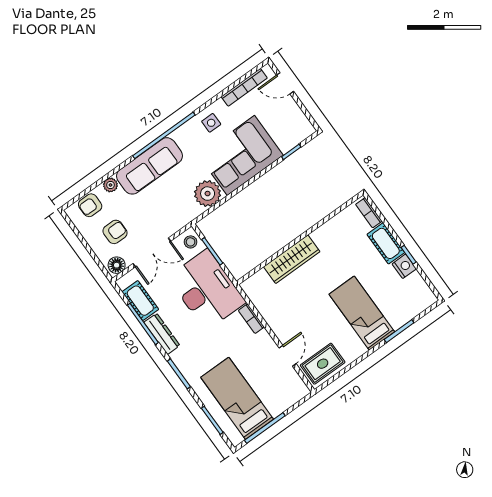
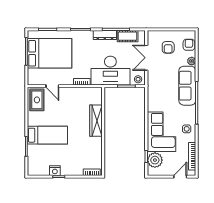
plant: (208, 194) -> (155, 160), moved
cot: (386, 243) -> (72, 170), removed
floor lamp: (117, 265) -> (152, 37), removed
bed: (237, 398) -> (50, 53), width x1.50

